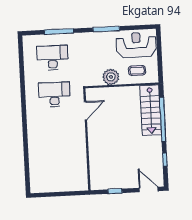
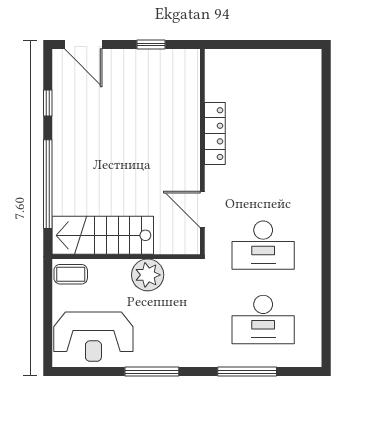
coffee table: (137, 71) -> (71, 274), moved
stairs: (151, 110) -> (103, 235), moved, turned -90
door: (85, 111) -> (202, 209), hinge flipped
locker: (81, 149) -> (215, 134), added

